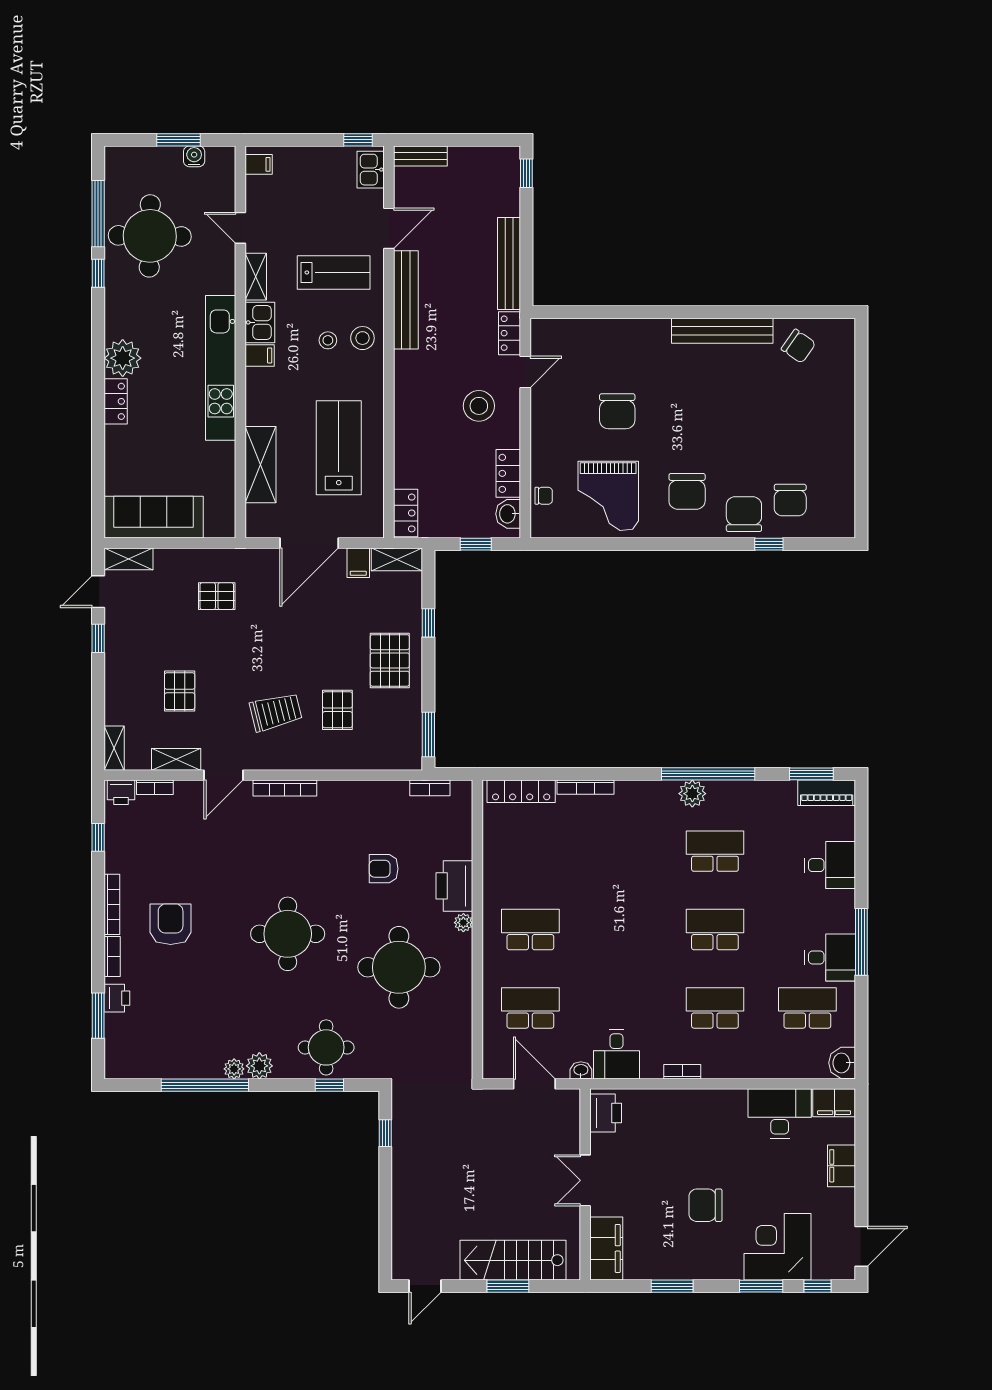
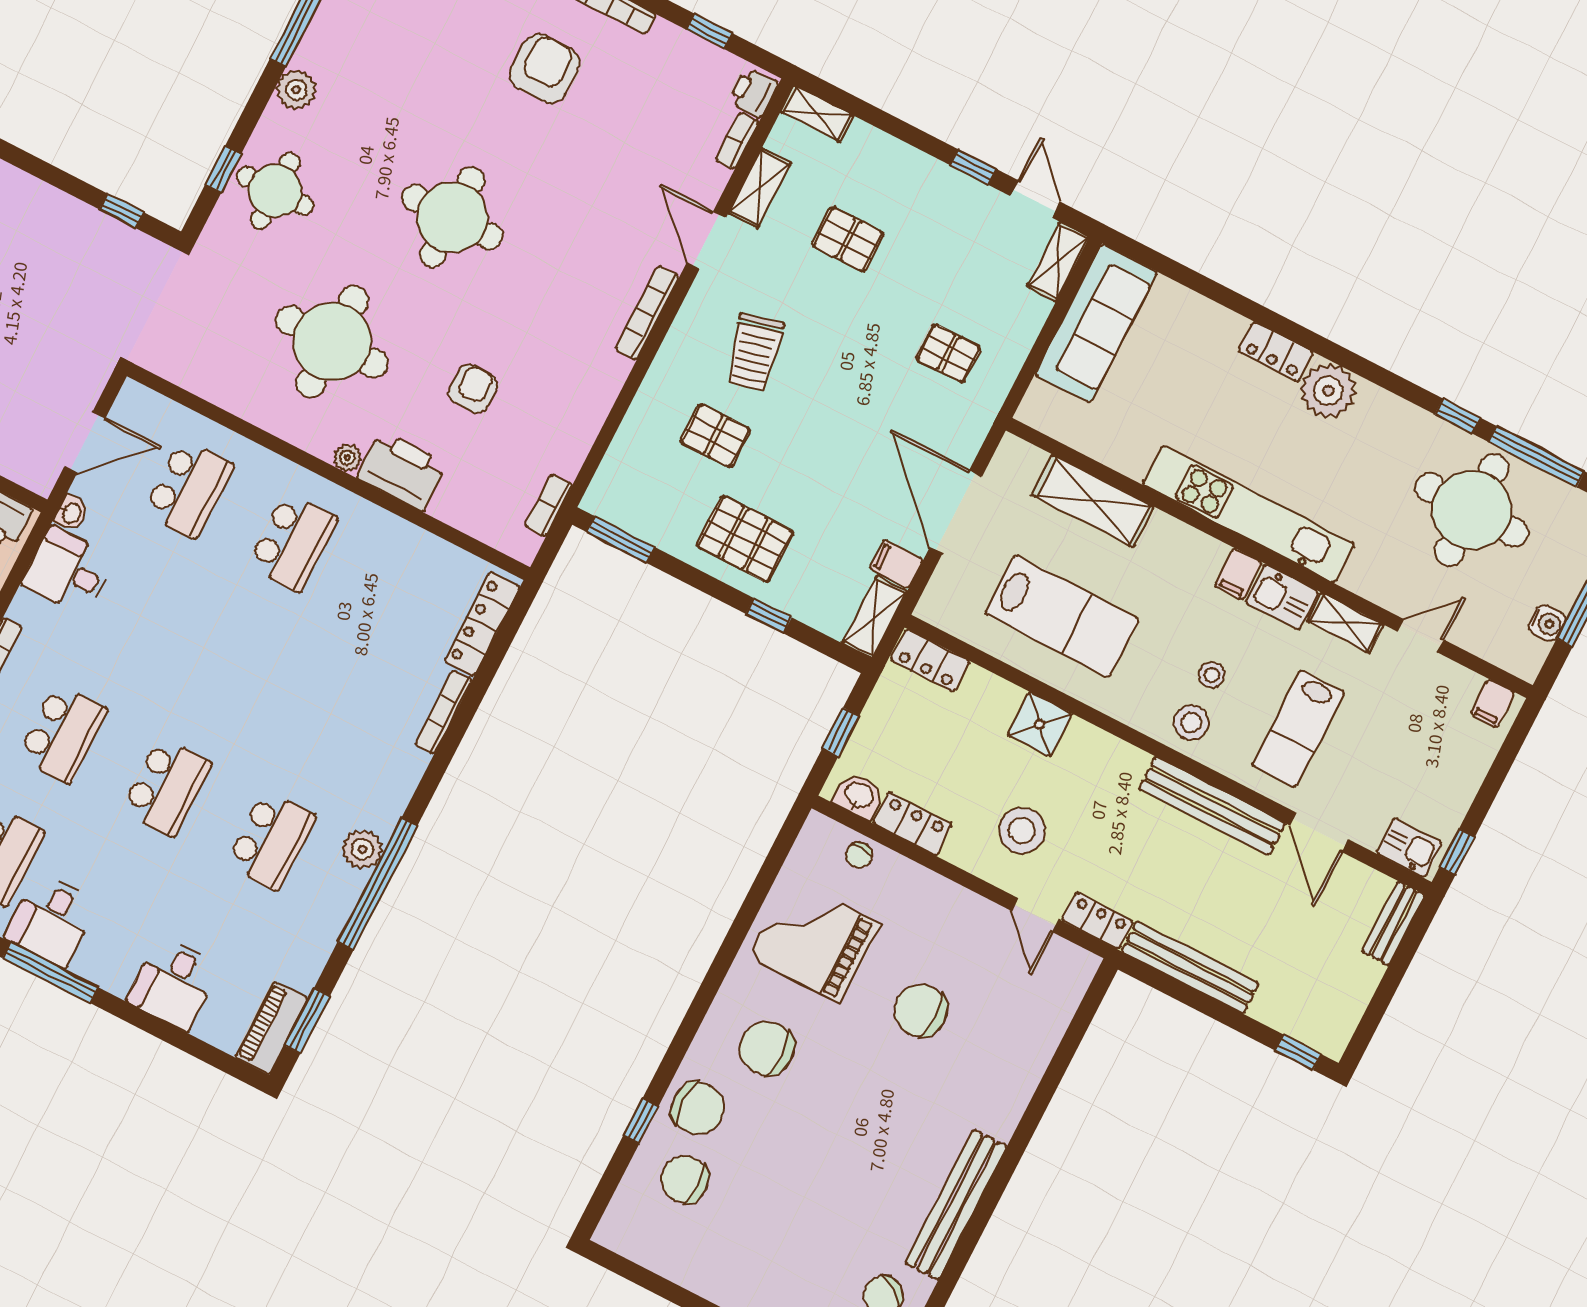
shower: (410, 428) -> (1040, 724), added
pallet: (217, 596) -> (948, 353), turned 90
armchair: (171, 924) -> (545, 68), turned -90
plant: (234, 1069) -> (310, 54), removed

